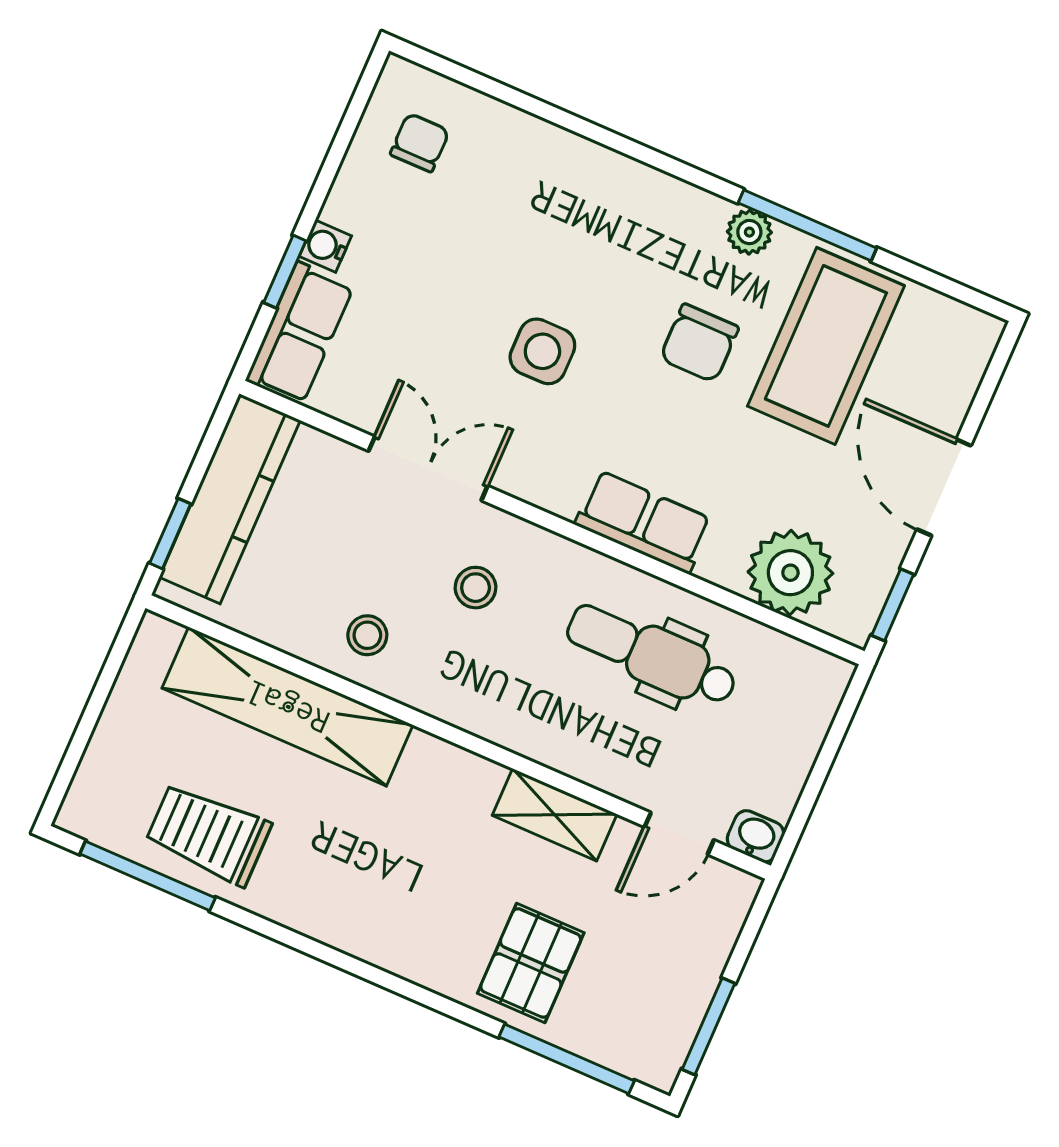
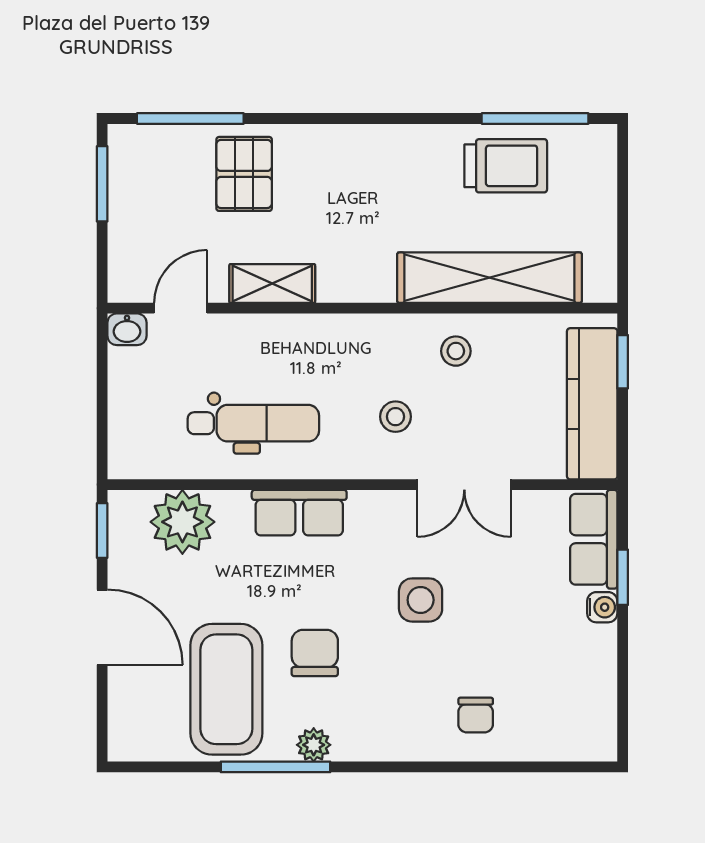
chair: (420, 143) -> (476, 715), moved

